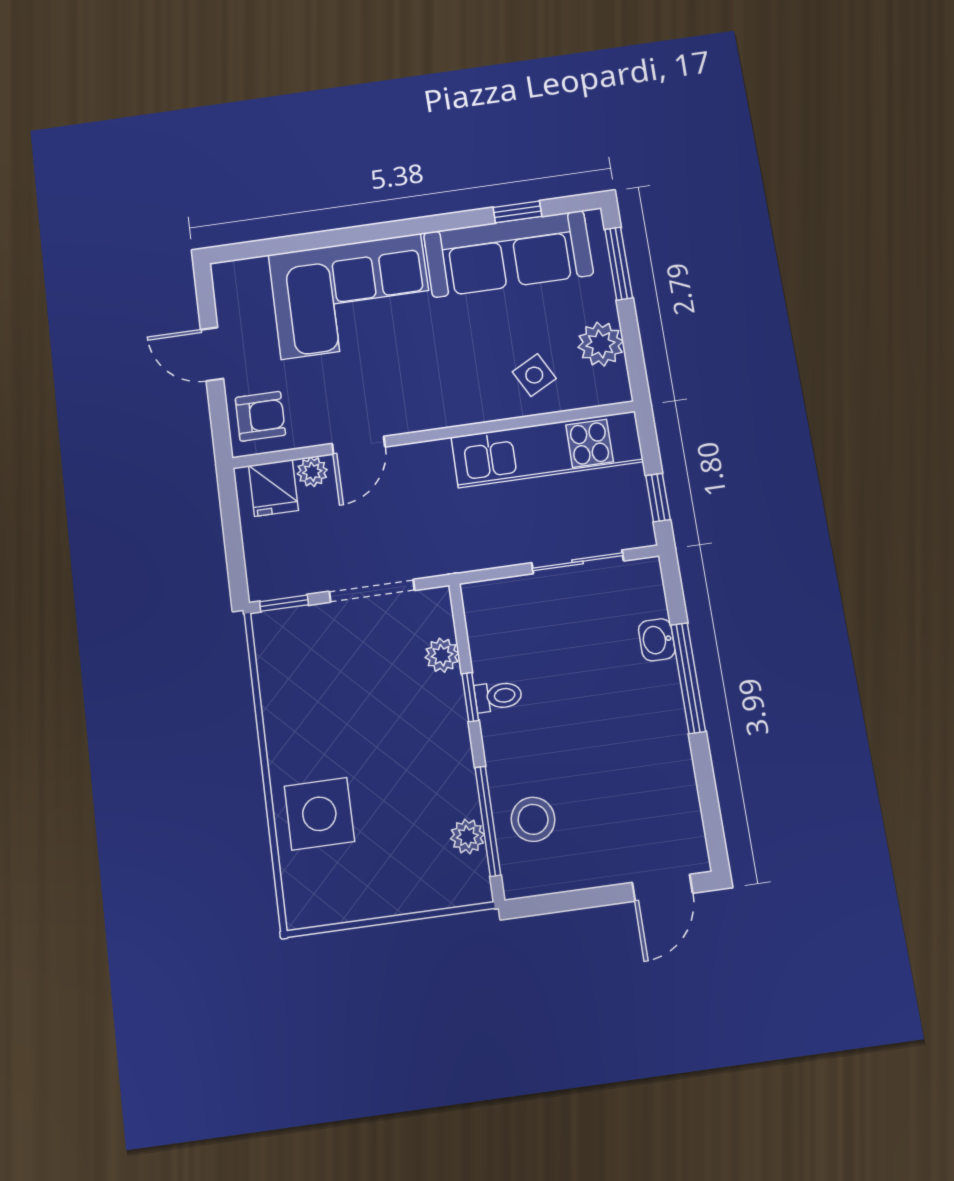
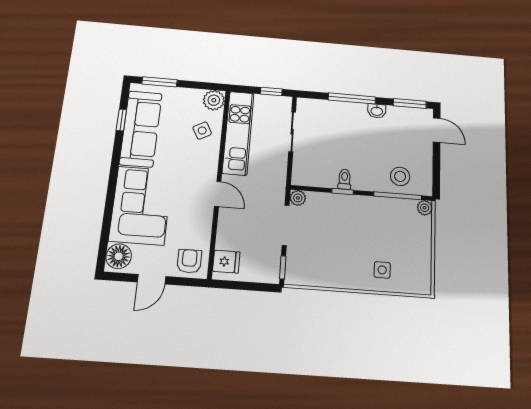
floor lamp: (244, 282) -> (119, 256), added
plant: (601, 344) -> (214, 100), moved
door: (359, 445) -> (218, 194), moved
plant: (312, 472) -> (223, 241), removed
washbasin: (657, 640) -> (377, 111), moved
plant: (442, 655) -> (298, 198), moved
side table: (319, 814) -> (382, 270), width x0.54, depth x0.54
window: (711, 814) -> (410, 103), added
plant: (467, 836) -> (425, 208), moved

